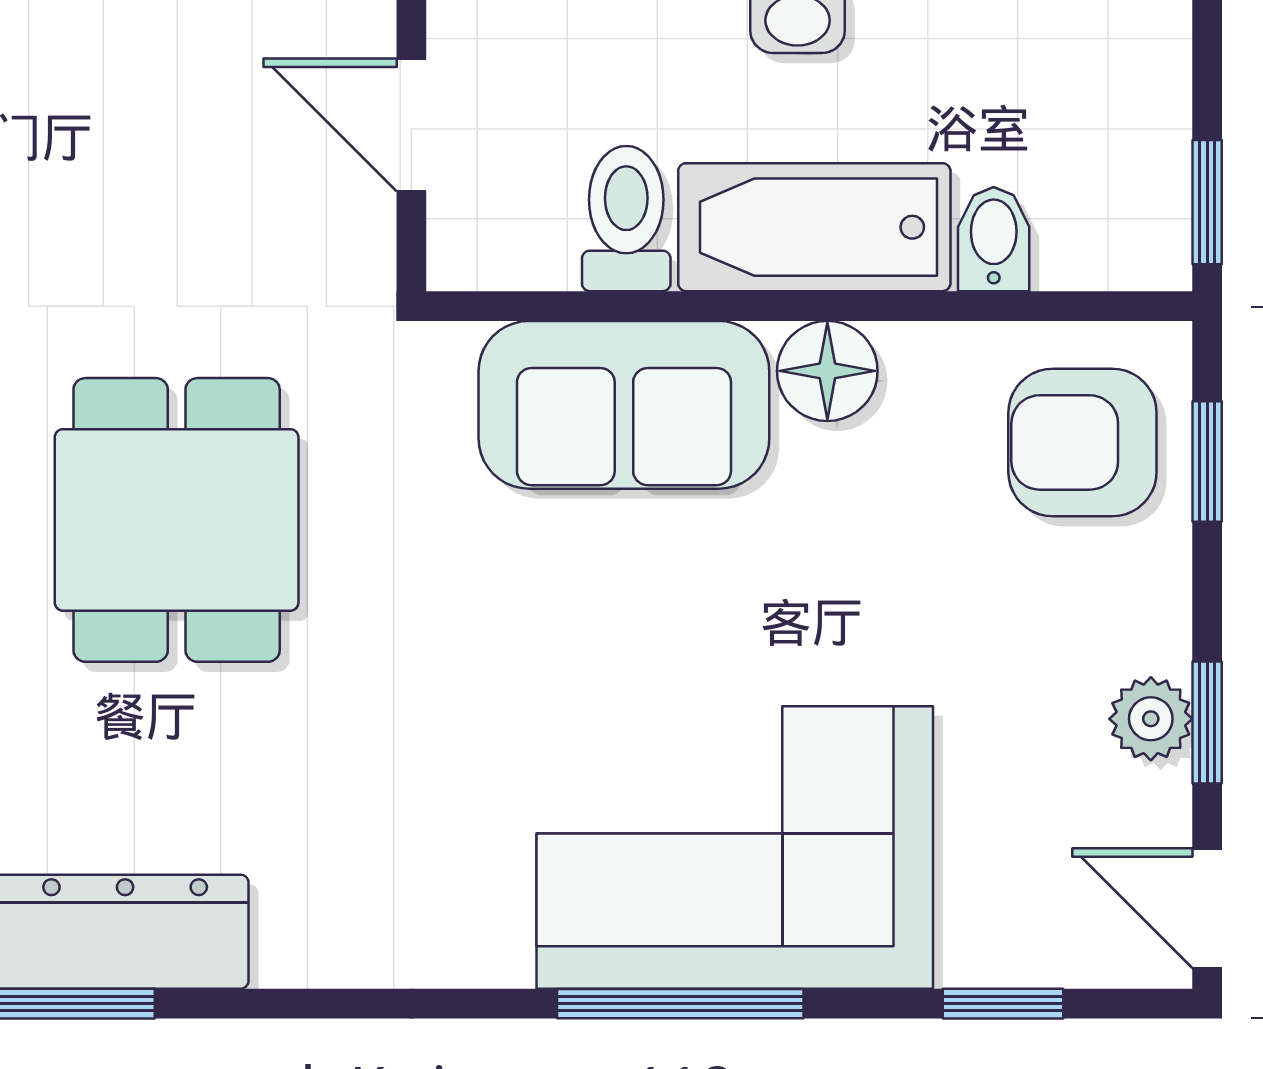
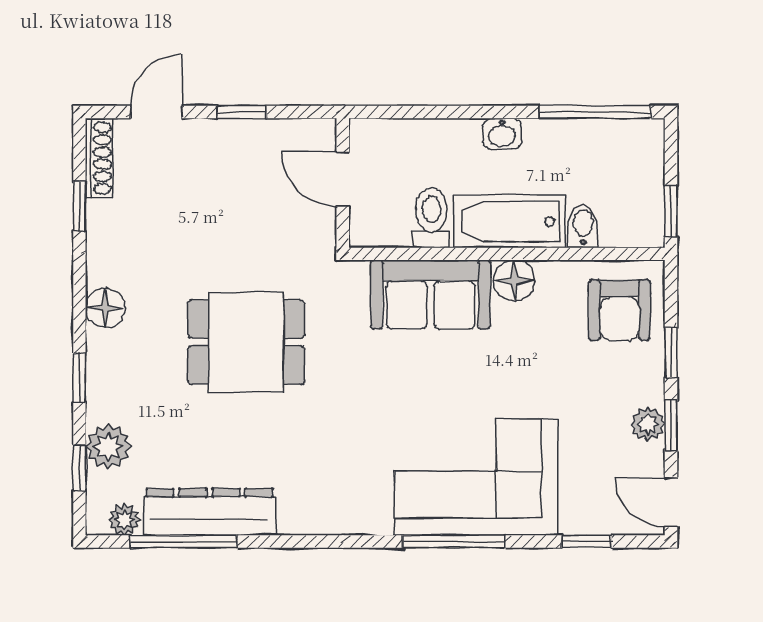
armchair: (1082, 442) -> (620, 310), turned -90
window: (1207, 461) -> (671, 353), moved
dining table: (177, 520) -> (246, 342), turned 90

